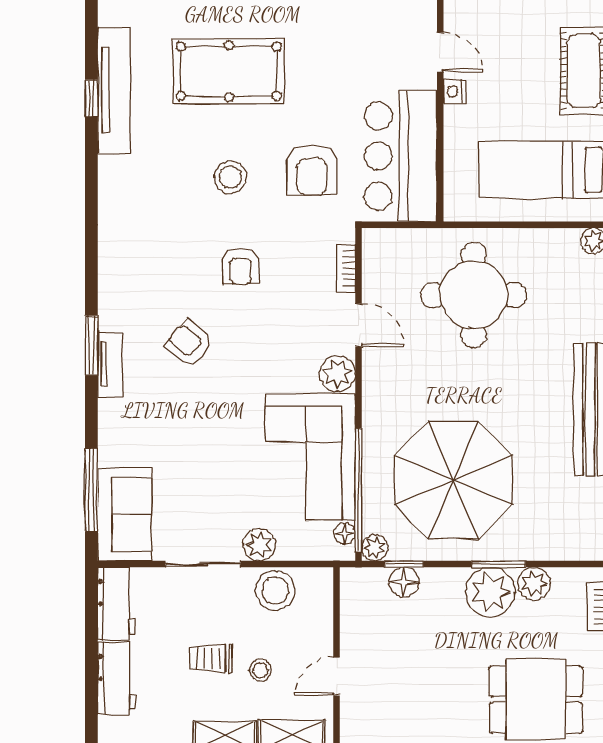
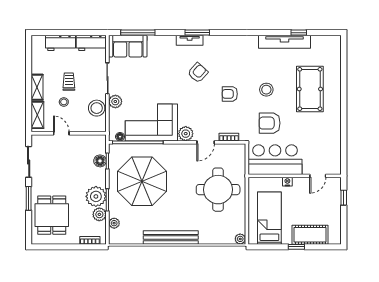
tv unit: (114, 91) -> (284, 42), moved
nightstand: (454, 91) -> (287, 182), moved
plant: (375, 548) -> (114, 223), moved

